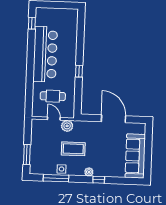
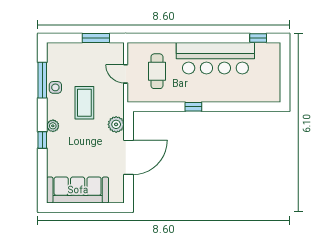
door: (54, 119) -> (126, 74), swing flipped
plant: (67, 126) -> (116, 124), moved
window: (27, 155) -> (96, 38), moved

